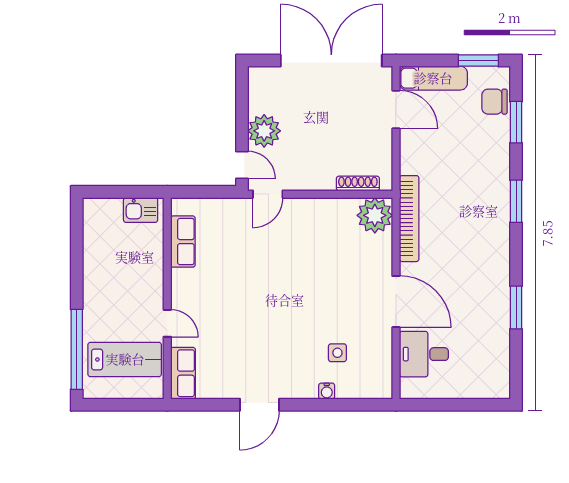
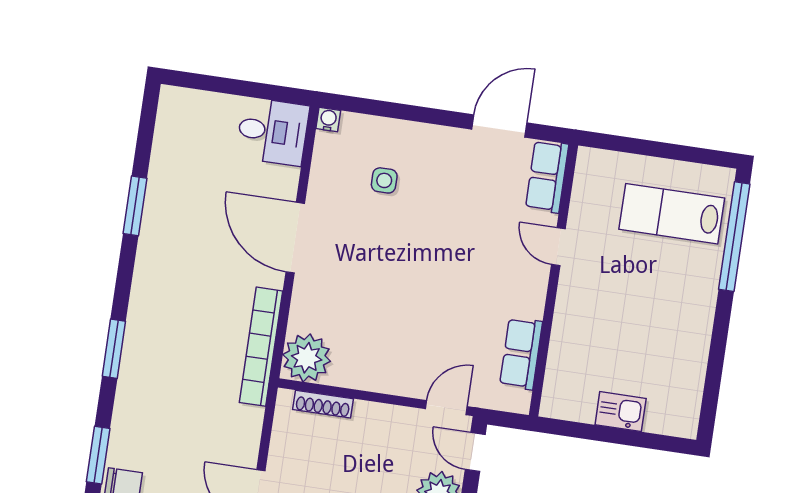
row of seats: (183, 242) -> (521, 353), moved
wall: (167, 298) -> (553, 280), moved
door: (167, 323) -> (558, 247), moved
desk: (424, 354) -> (273, 132), moved
row of seats: (183, 373) -> (547, 176), moved
water cooler: (327, 391) -> (328, 119), moved

